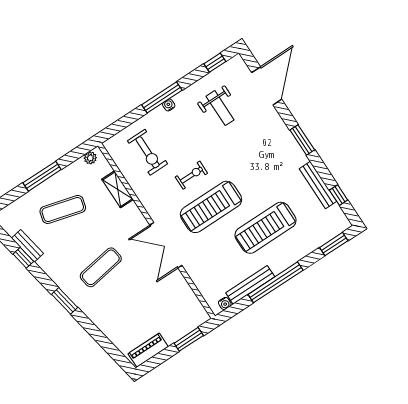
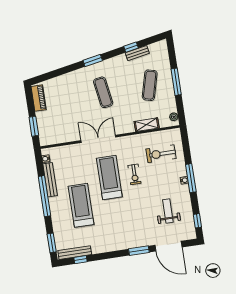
weight bench: (220, 108) -> (168, 211), turned 90
window: (302, 140) -> (139, 251), moved
bench: (318, 185) -> (75, 253), moved

